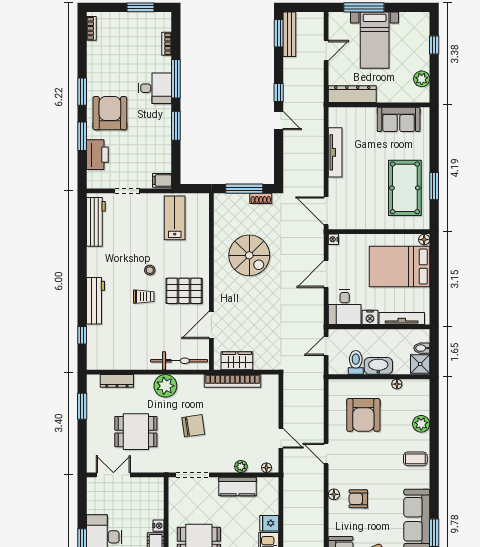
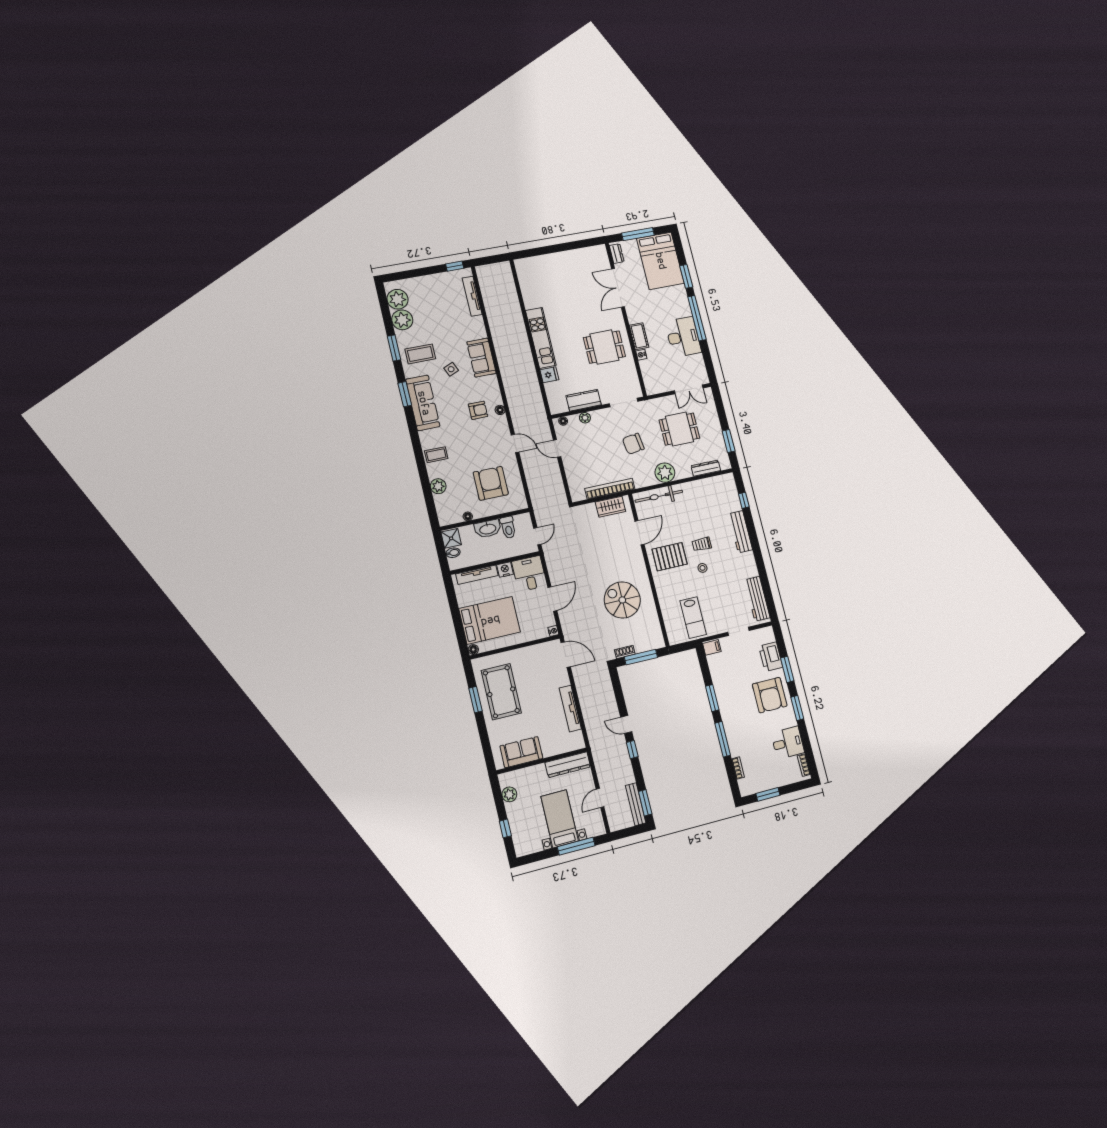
desk: (155, 88) -> (788, 743), moved, turned 180

